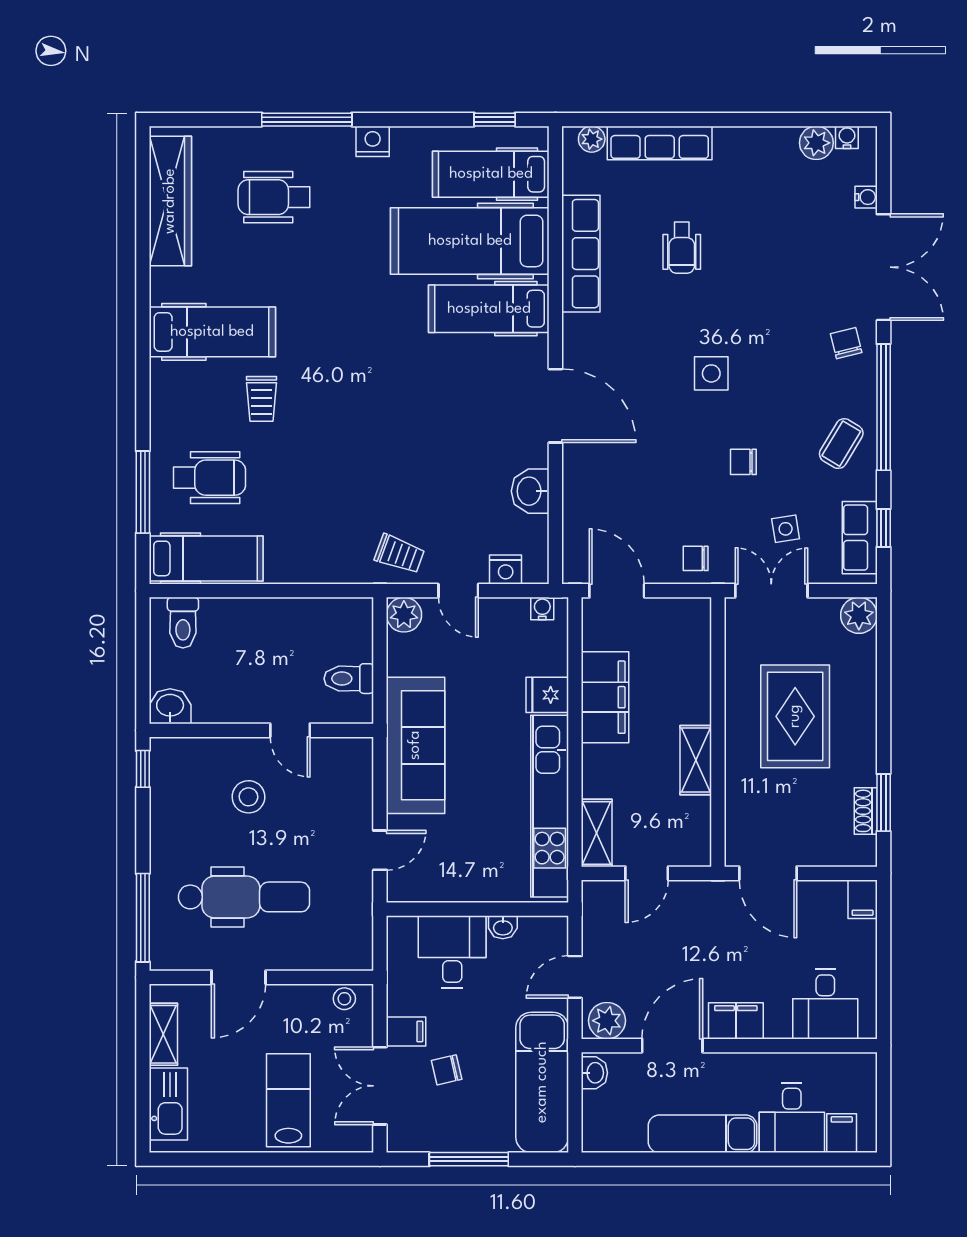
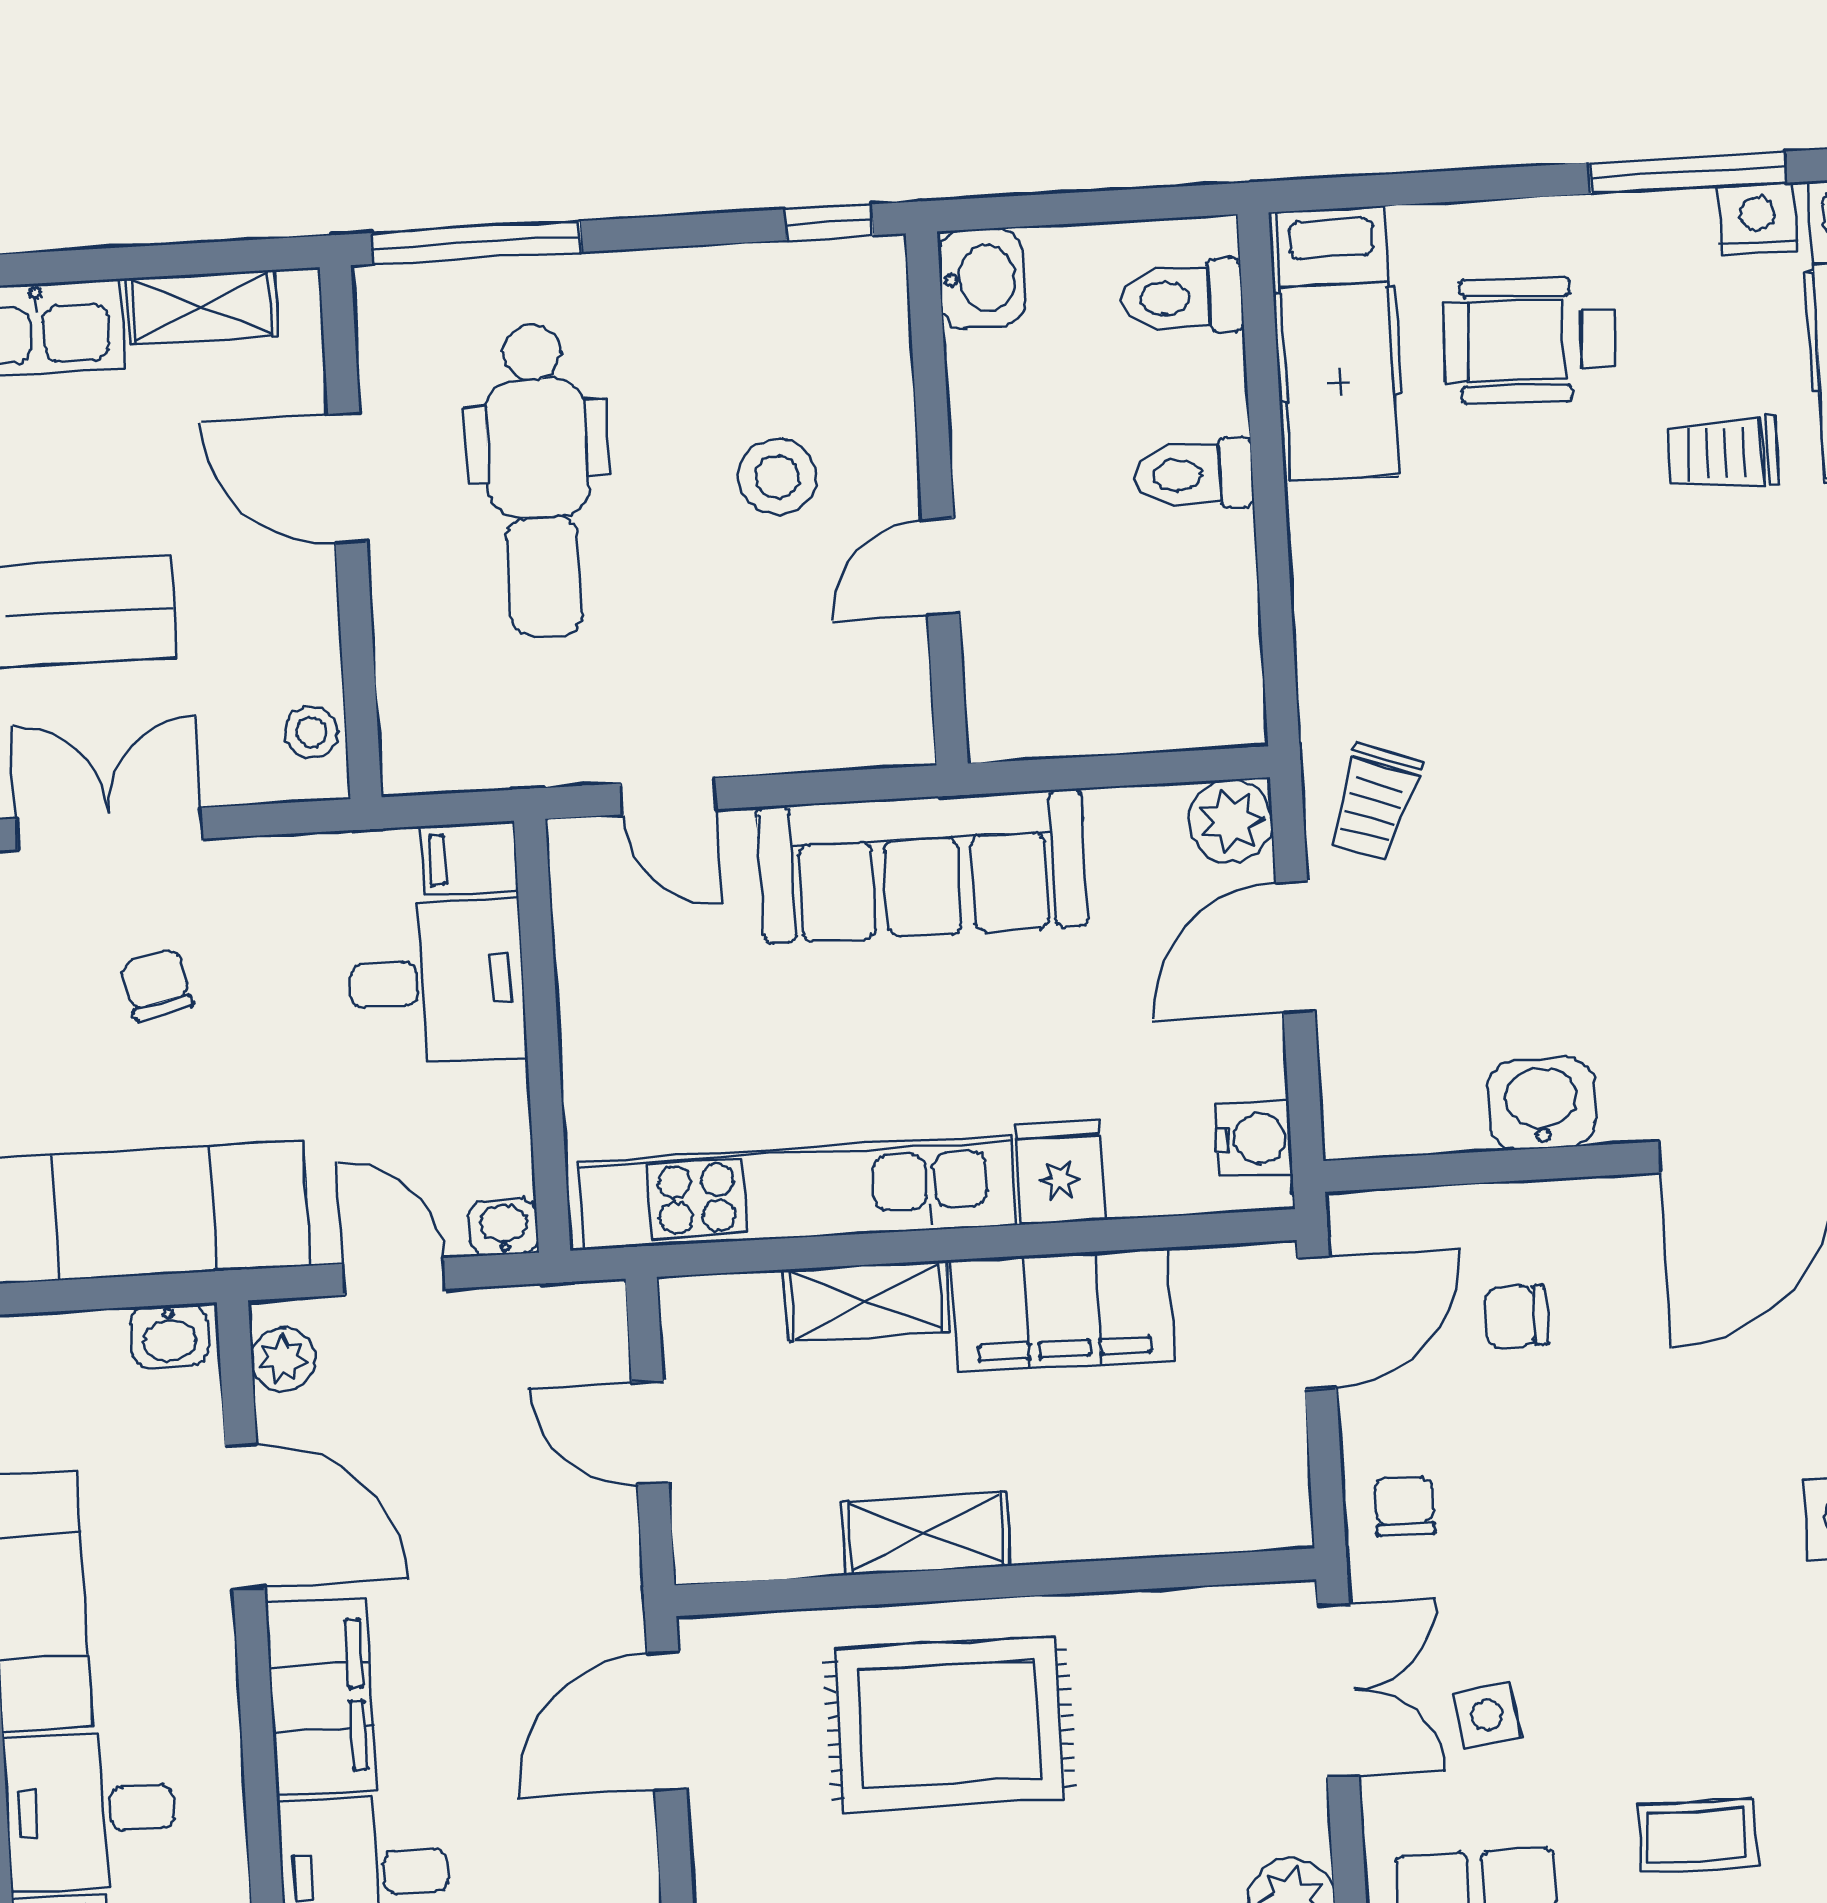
coffee table: (841, 444) -> (1697, 1836), turned -31
chair: (743, 462) -> (1516, 1316), moved, turned -90
wheelchair: (209, 478) -> (1530, 340), turned 92
window: (143, 492) -> (1688, 173), moved
nightstand: (506, 570) -> (1758, 219), moved, turned 90
door: (458, 591) -> (1295, 947), width x1.38
water cooler: (542, 608) -> (1254, 1139), width x1.38, depth x1.38
toilet: (349, 679) -> (1194, 475), moved, turned -90
rug: (795, 716) -> (950, 1724), moved
shelving: (597, 833) -> (867, 1301), moved
washbasin: (503, 927) -> (503, 1227), moved, turned 90
plant: (607, 1021) -> (283, 1359), width x0.73, depth x0.73
filing cabinet: (736, 1021) -> (321, 1696), width x1.50, depth x1.17
filing cabinet: (406, 1031) -> (470, 858), moved, turned 90

